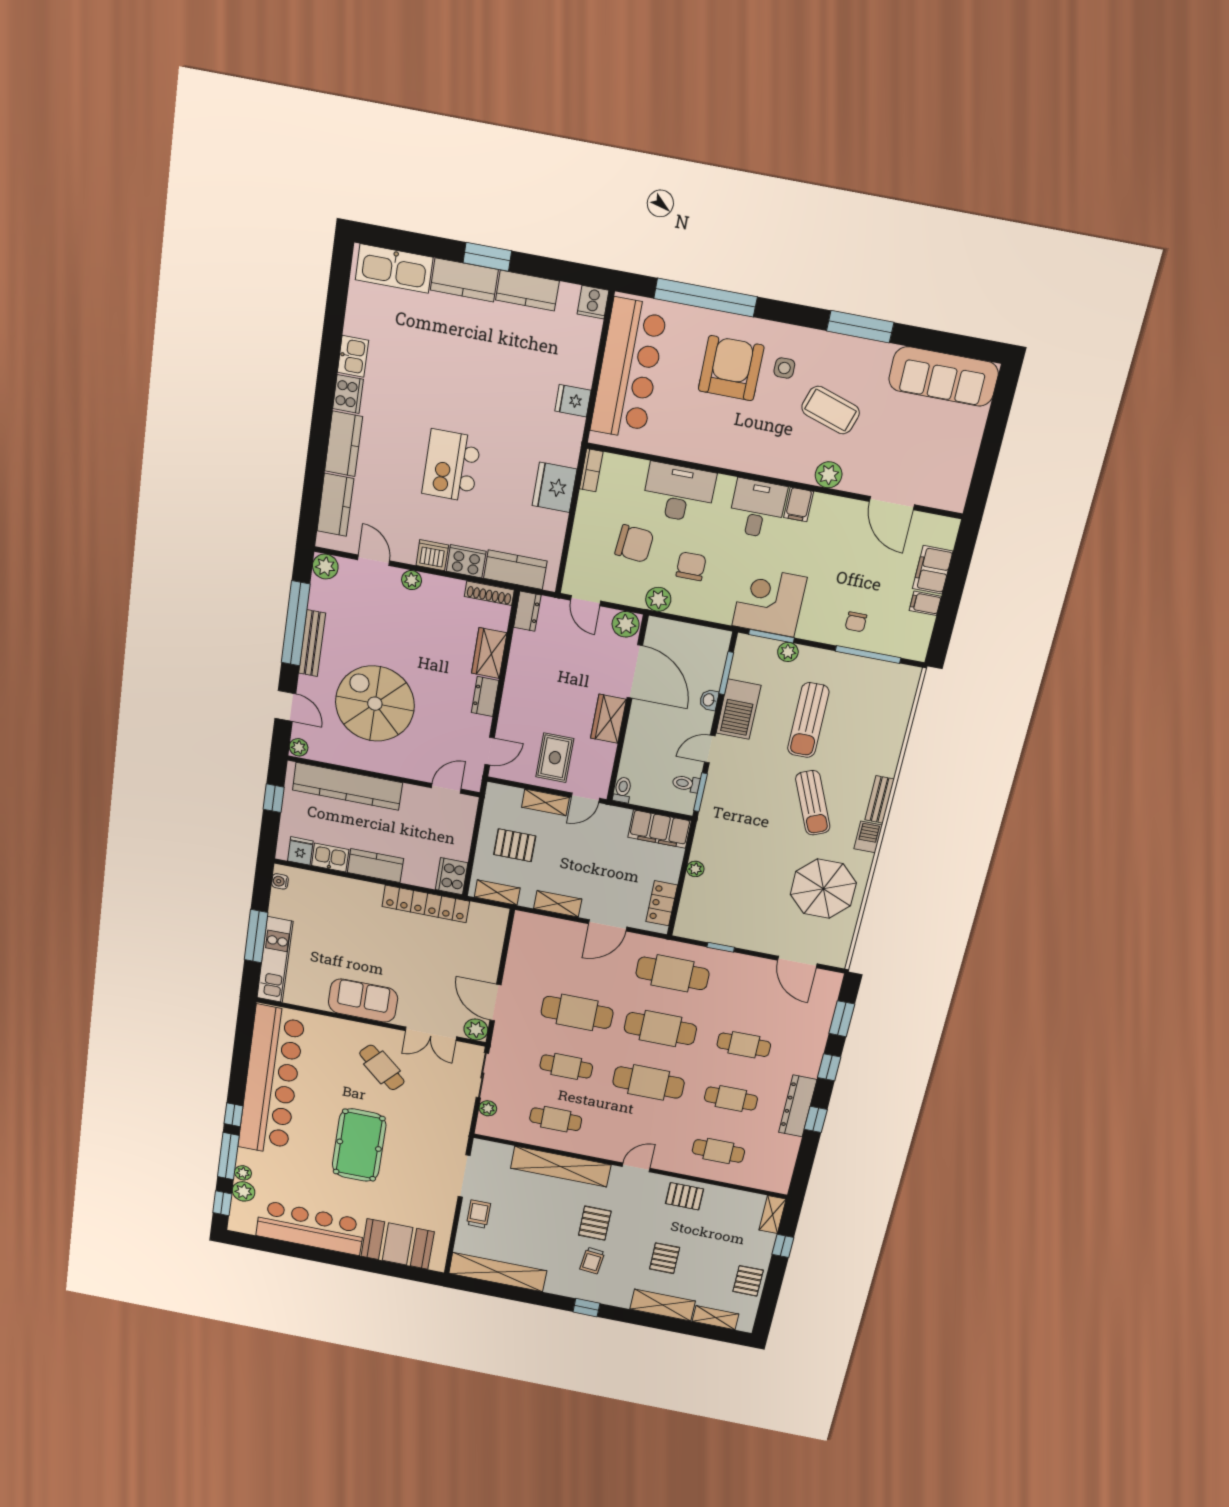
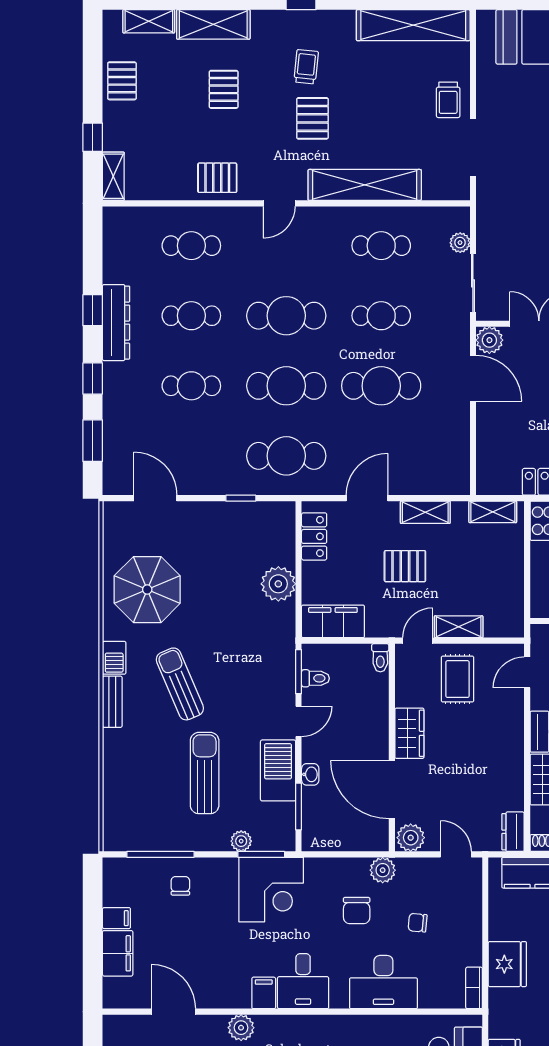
chair: (634, 544) -> (418, 923), width x0.54, depth x0.54
pallet: (515, 845) -> (405, 566), moved
plant: (695, 869) -> (278, 584), width x1.87, depth x1.87

